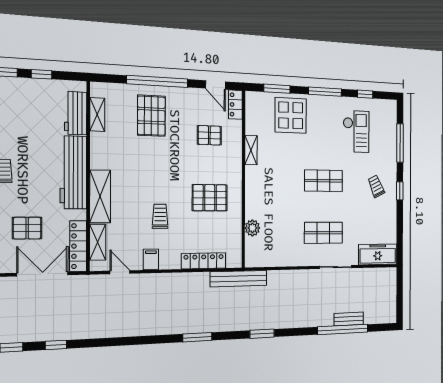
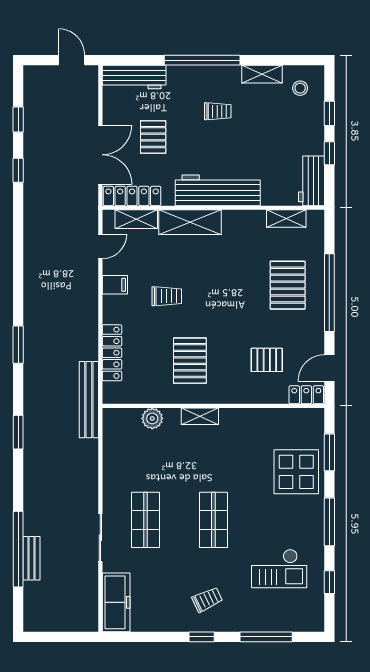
workbench: (76, 113) -> (312, 181), moved, turned -90
pallet: (151, 116) -> (288, 285), turned 90
pallet: (209, 135) -> (267, 360), turned 90
shelving: (251, 150) -> (200, 416), moved

